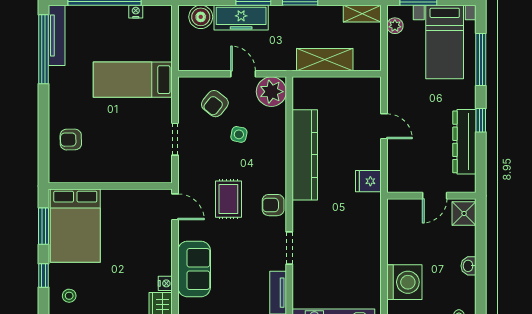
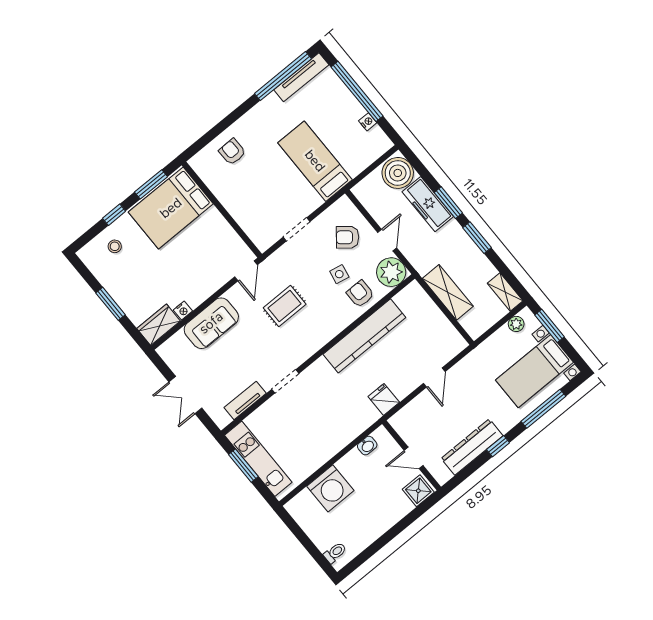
boiler: (201, 17) -> (398, 173), width x1.37, depth x1.37
armchair: (273, 205) -> (360, 294), moved
washbasin: (468, 266) -> (367, 446), moved, turned 180

